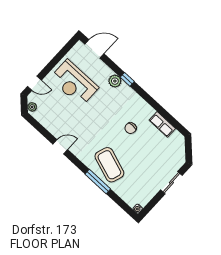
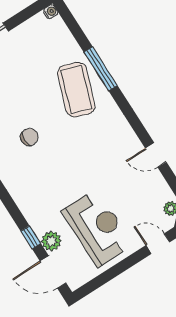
window: (127, 79) -> (31, 237), moved
plant: (115, 81) -> (51, 241), moved
door: (60, 147) -> (156, 155), moved

